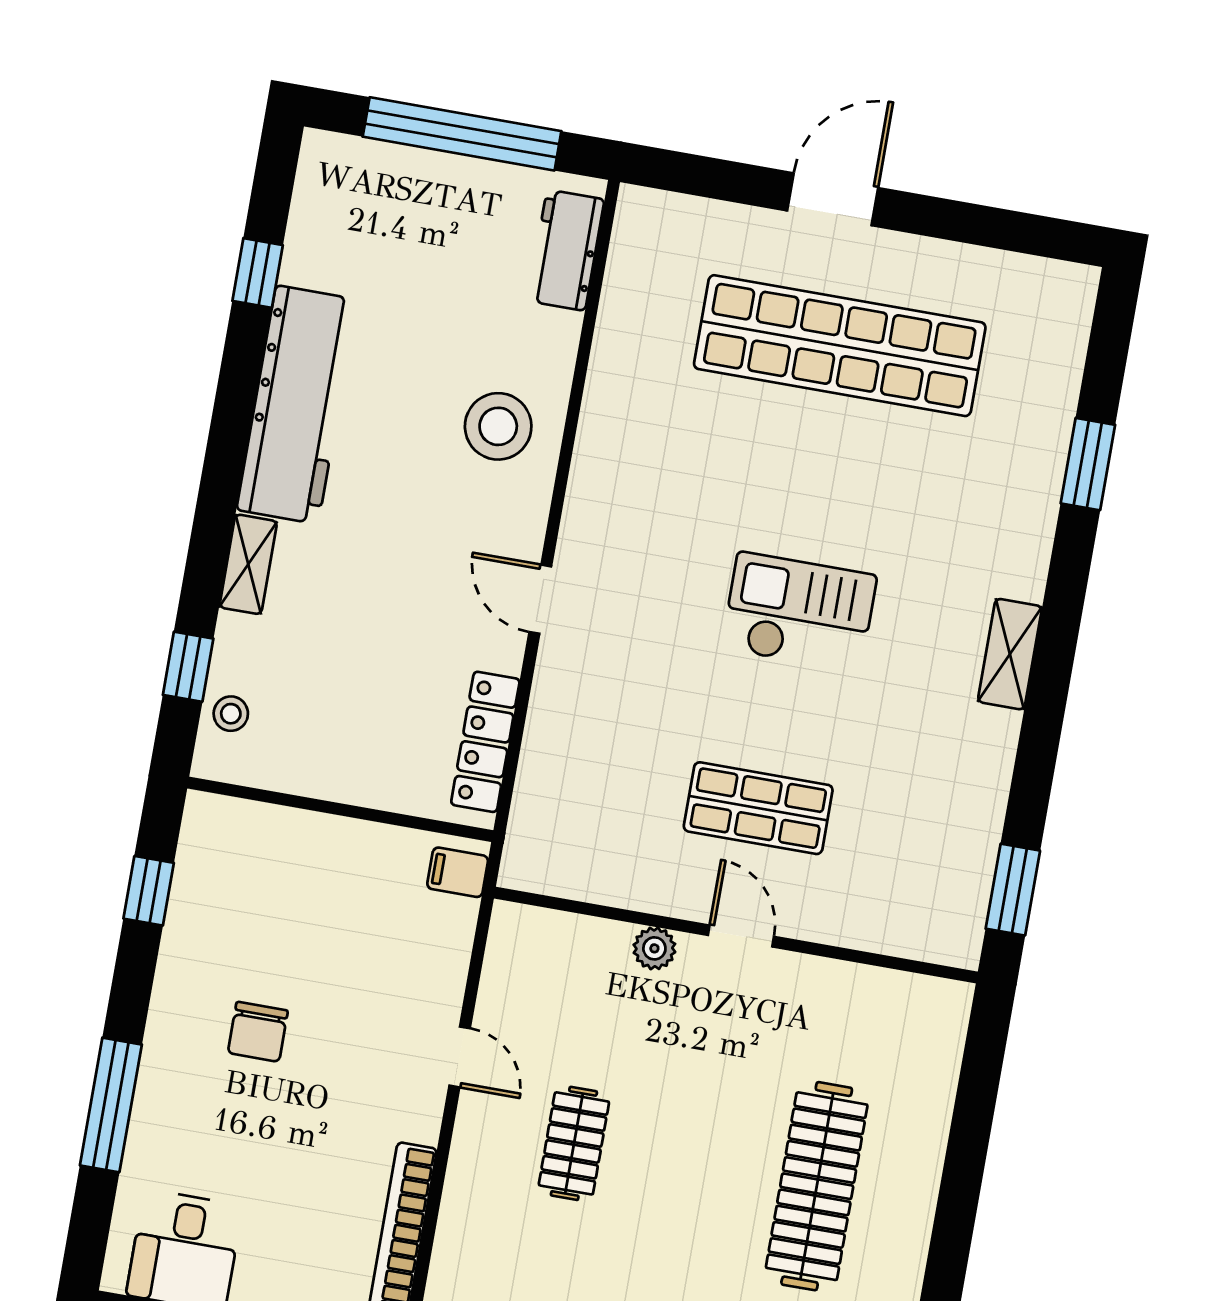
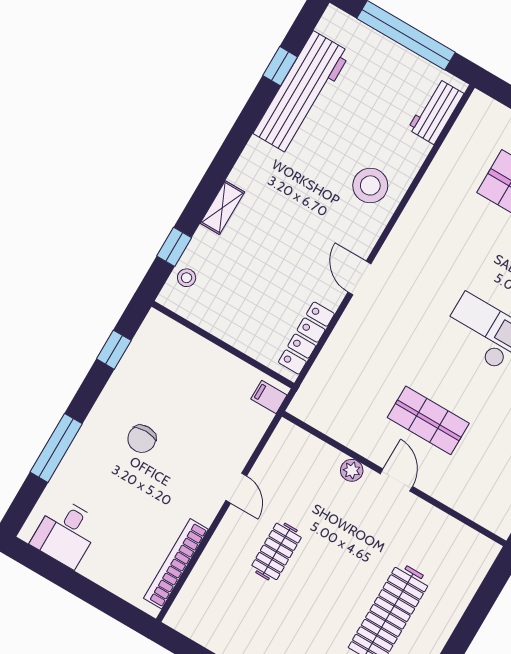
workbench: (297, 405) -> (302, 93), moved

